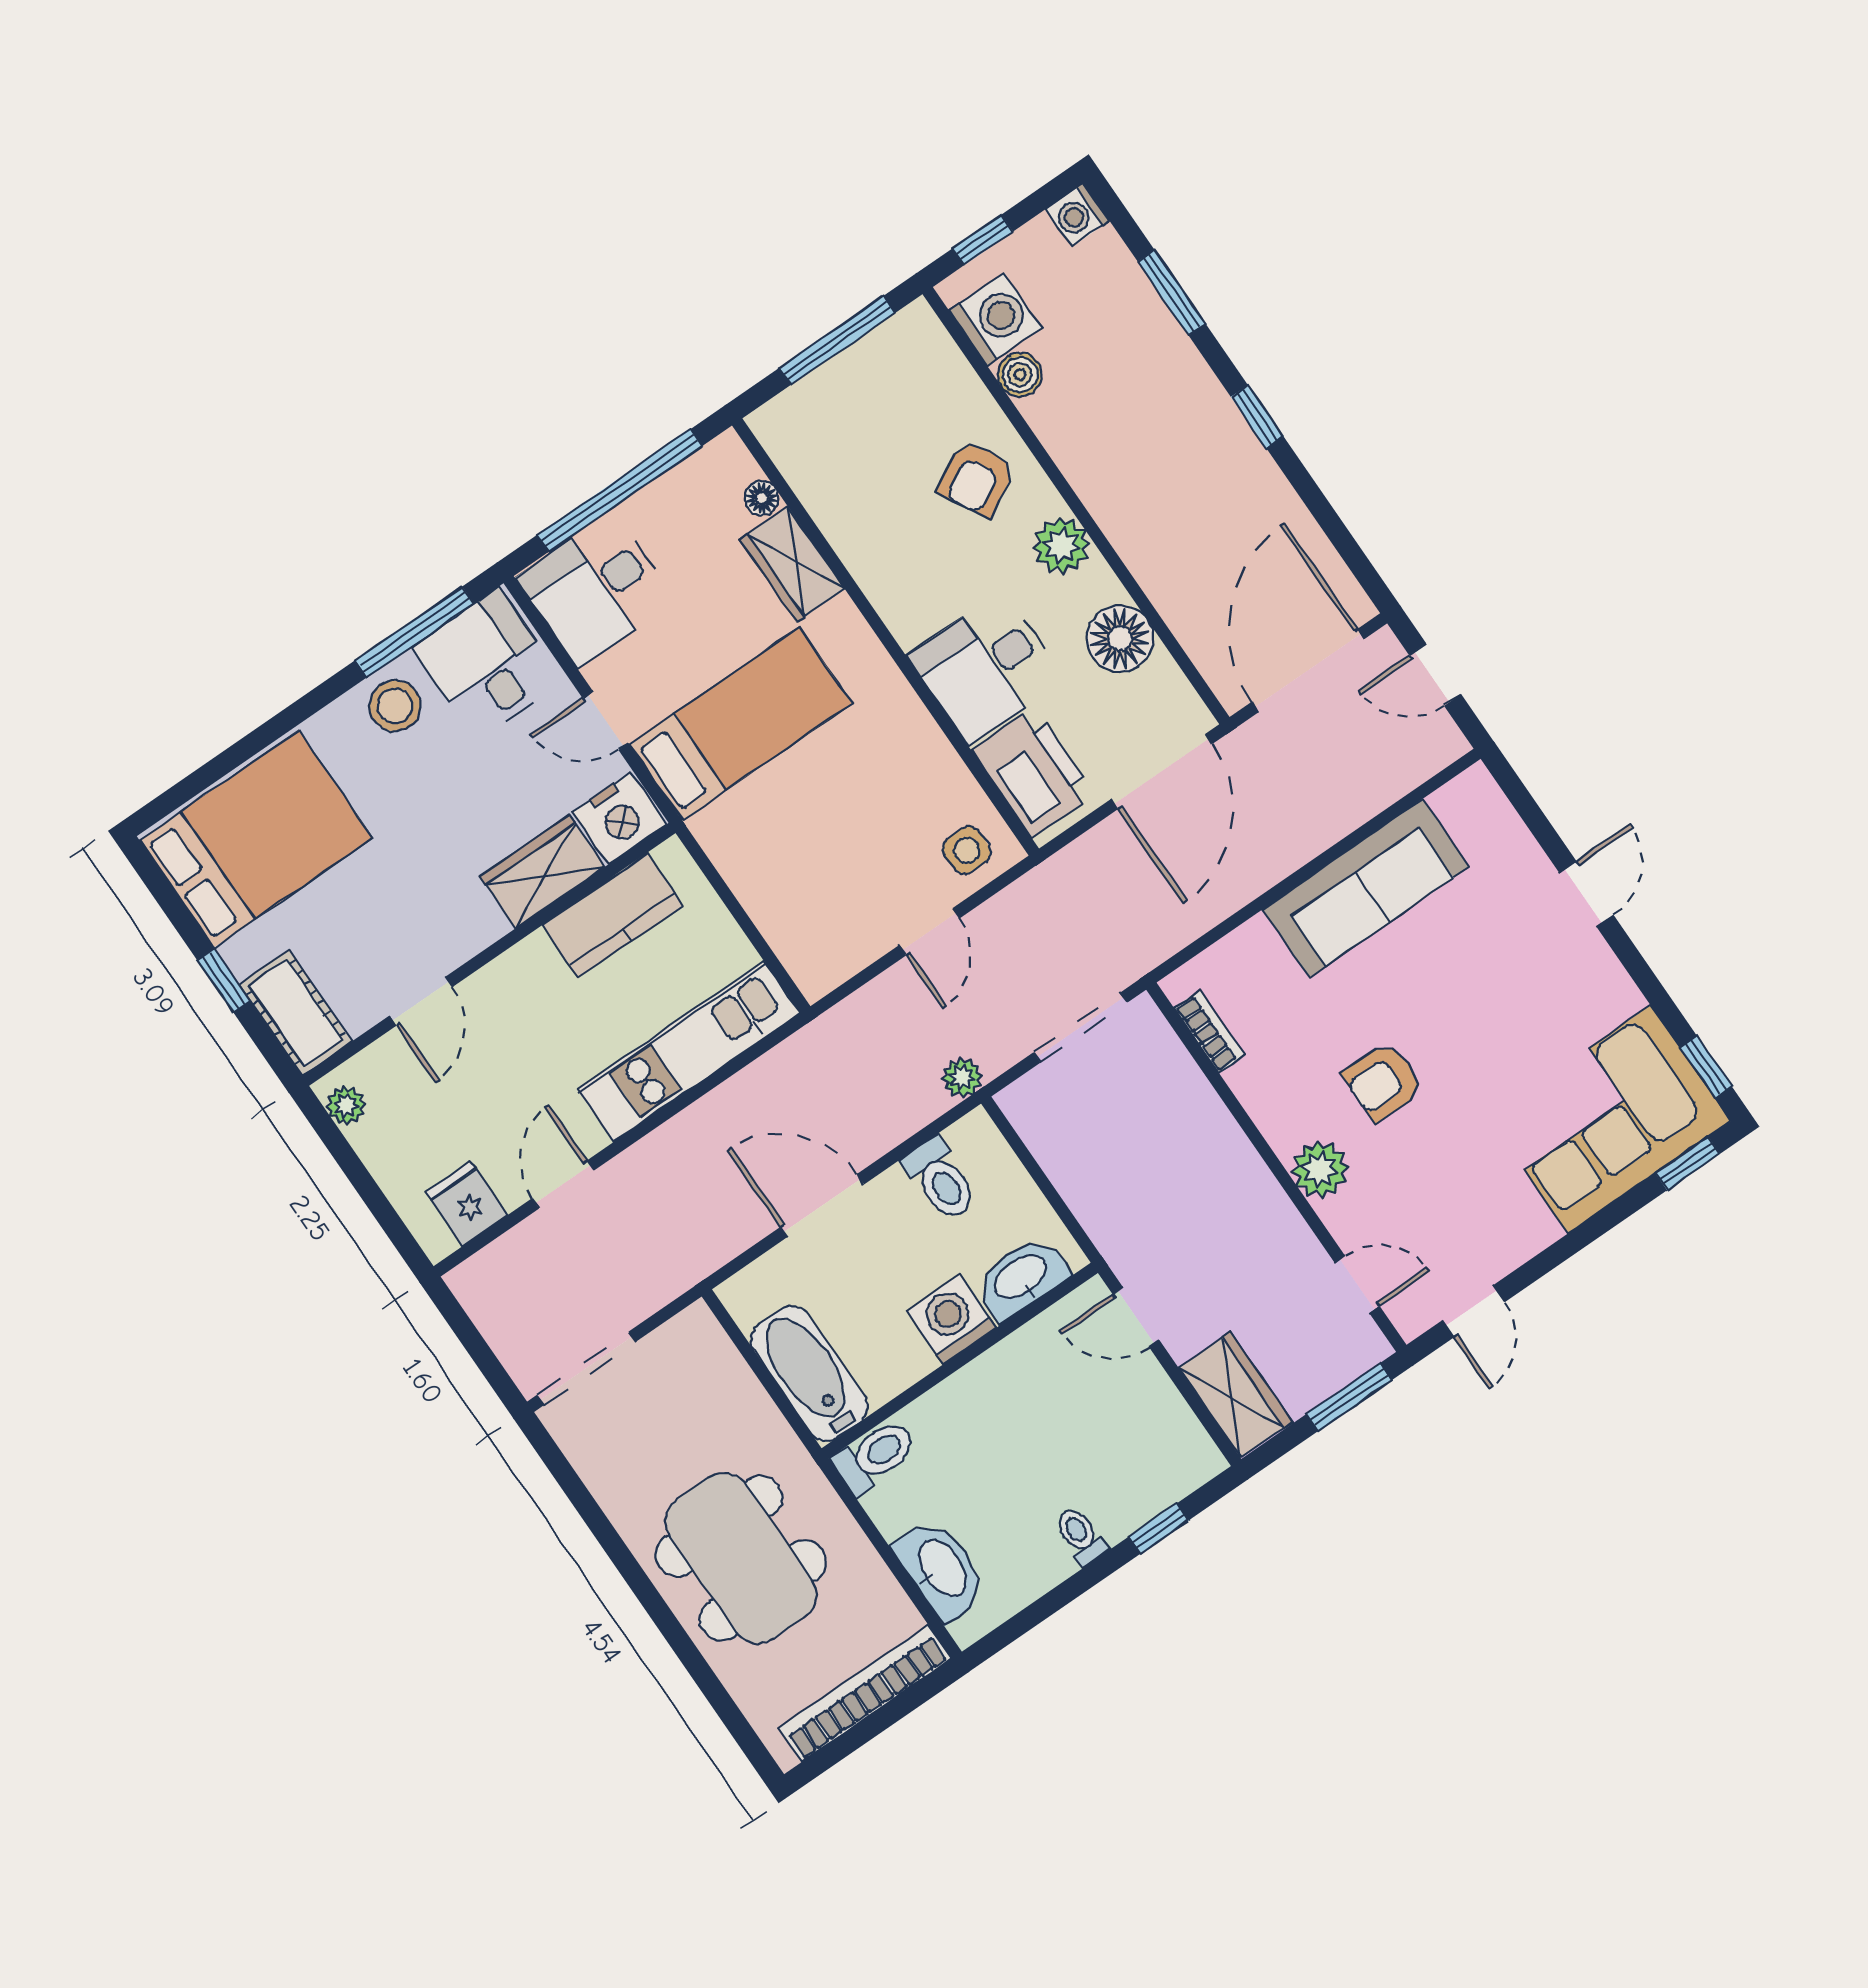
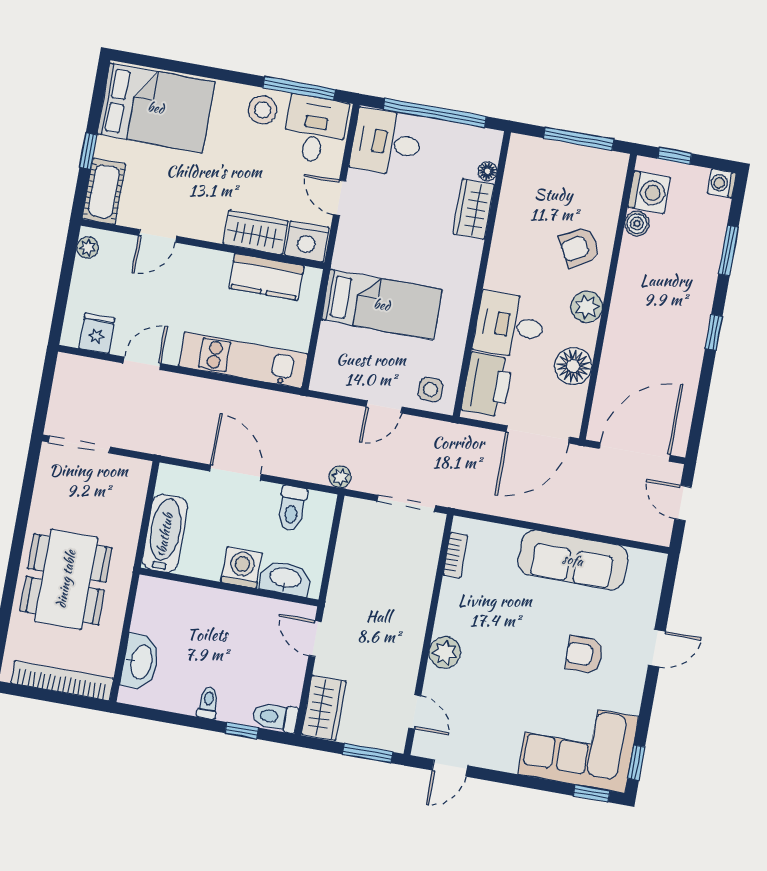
bed: (741, 724) -> (382, 305), moved
armchair: (1383, 1081) -> (584, 655), moved
toilet: (875, 1456) -> (275, 717), moved, turned 180

